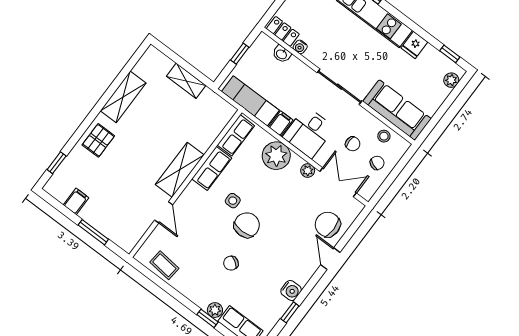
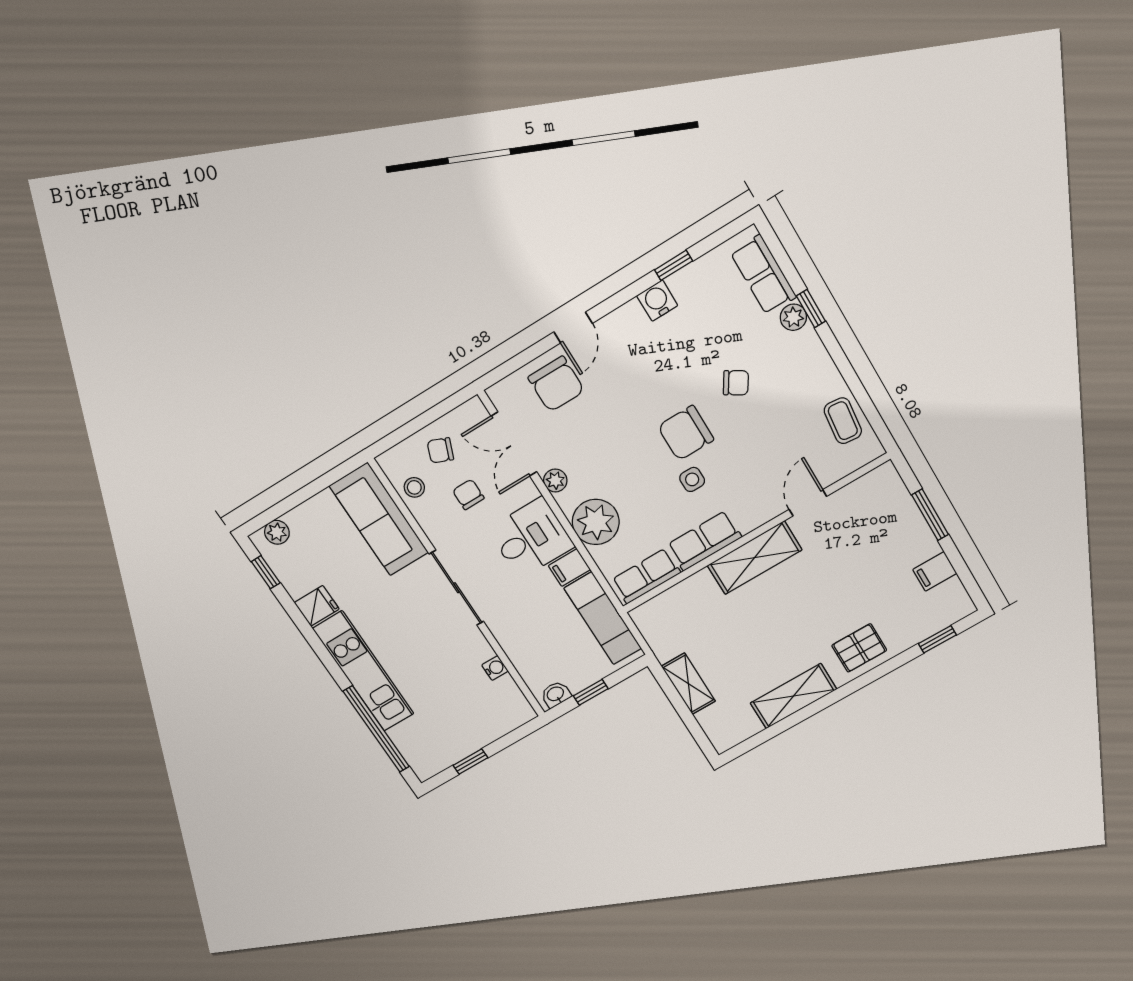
locker: (283, 31) -> (513, 700), removed
washbasin: (282, 54) -> (556, 694), moved, turned -90

